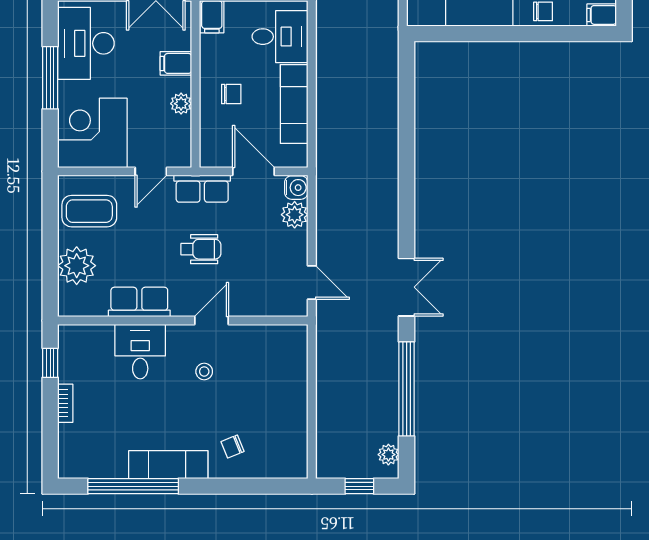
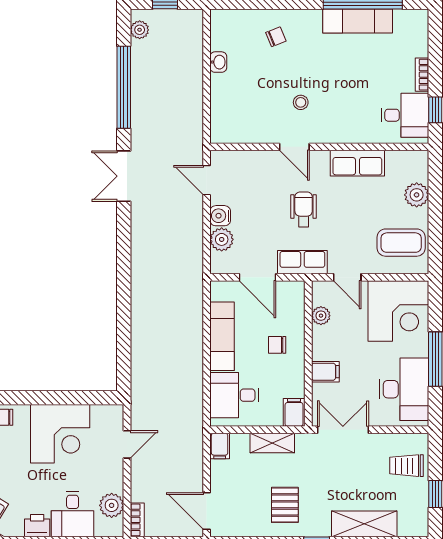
plant: (181, 104) -> (321, 316), moved
door: (151, 171) -> (347, 277), swing flipped
water cooler: (296, 188) -> (220, 216), moved
wheelchair: (201, 249) -> (304, 209), turned 90
plant: (77, 266) -> (417, 195), width x0.73, depth x0.73
door: (211, 321) -> (294, 147), hinge flipped
desk: (140, 352) -> (405, 115), moved, turned -90
washbasin: (298, 418) -> (218, 62), added
exam couch: (168, 465) -> (358, 21), moved

